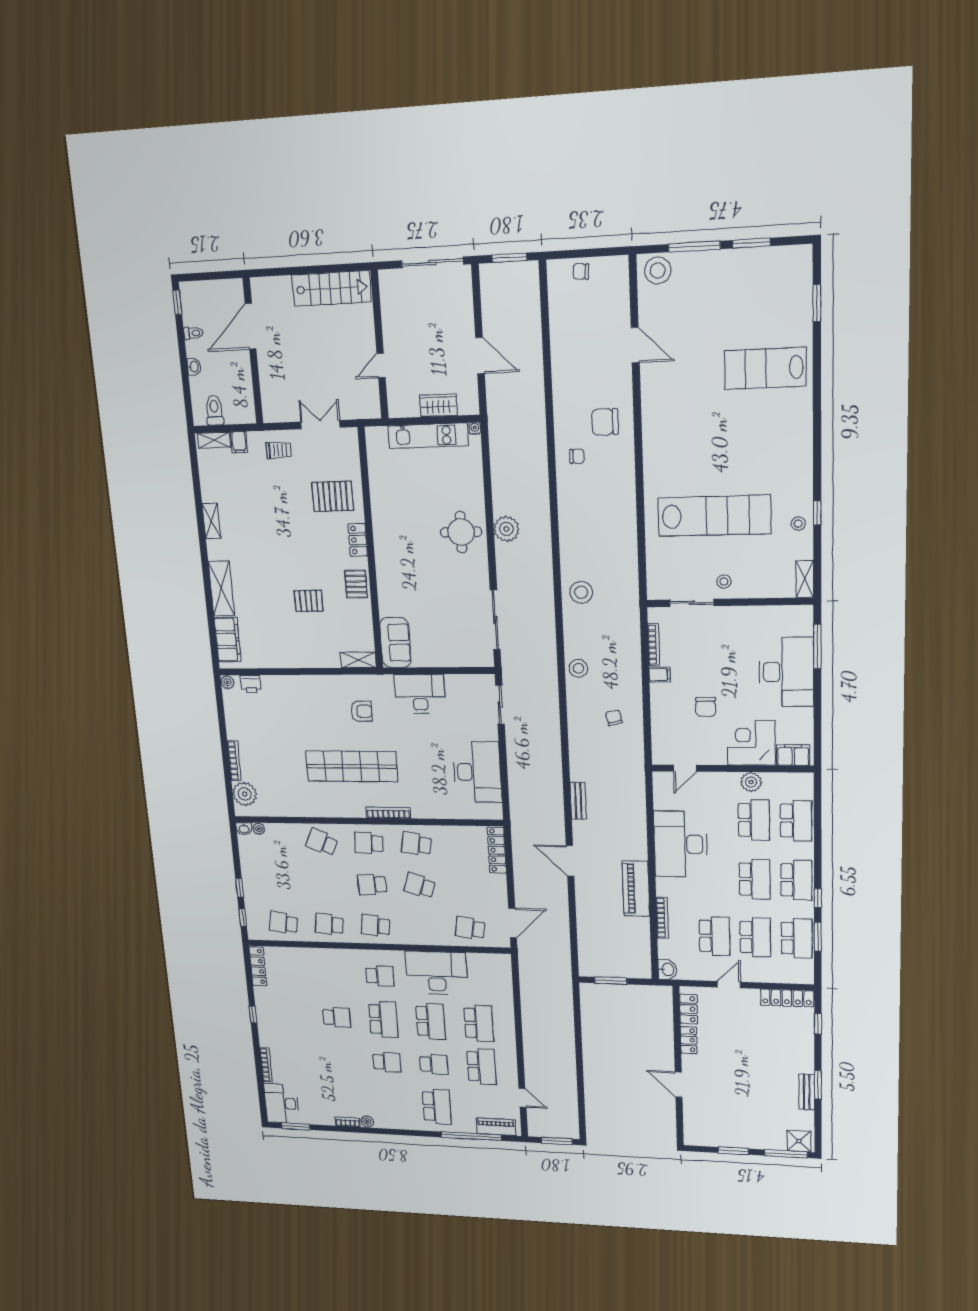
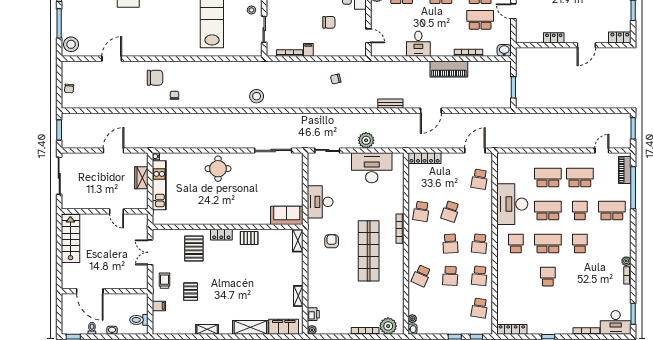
chair: (605, 422) -> (155, 78), turned -90
shelving: (214, 440) -> (298, 296), moved
plant: (506, 529) -> (366, 140), moved
pallet: (309, 601) -> (191, 292), moved
stool: (578, 668) -> (304, 100), removed
school desk: (369, 843) -> (450, 276), moved
desk: (681, 844) -> (418, 44), width x0.53, depth x0.77
door: (513, 923) -> (475, 150), hinge flipped
locker: (689, 1009) -> (620, 37), moved

